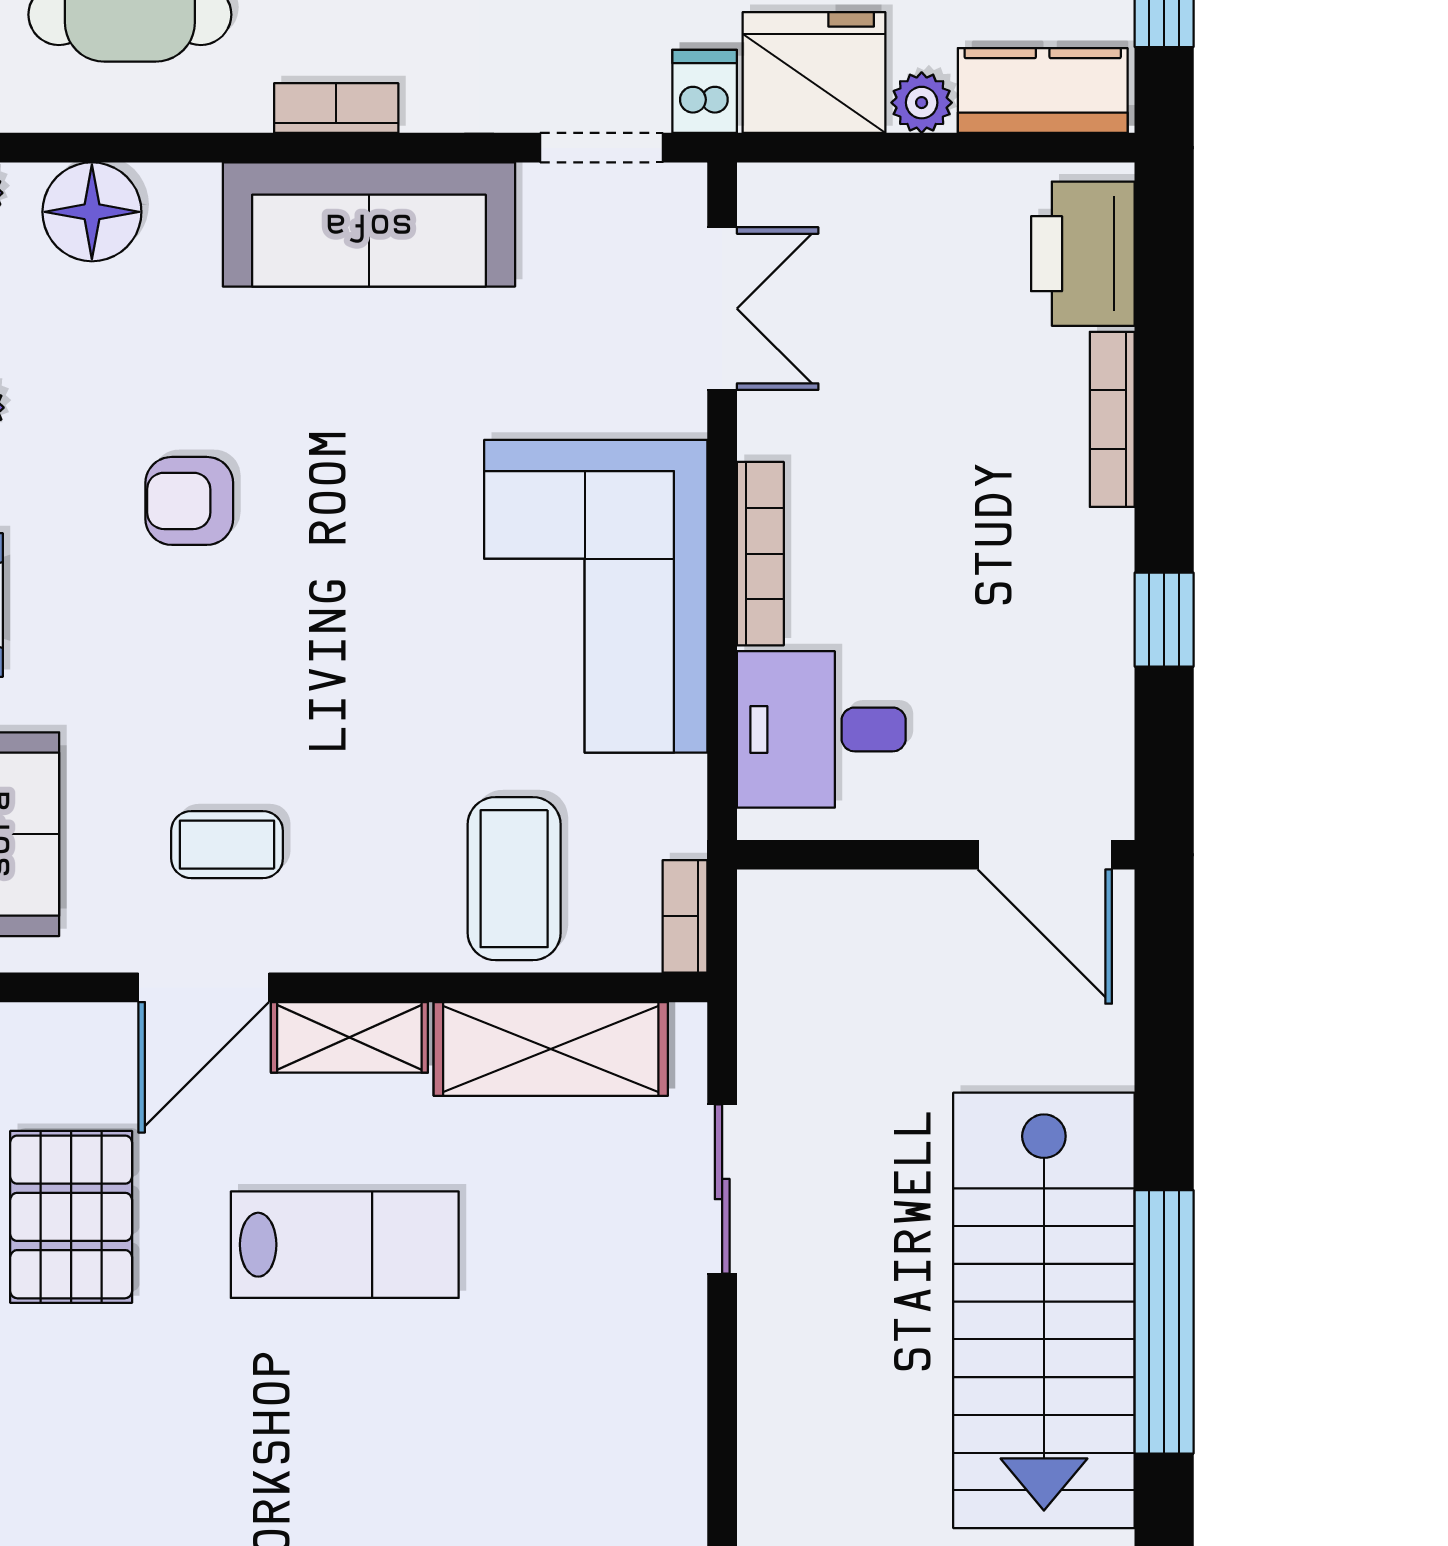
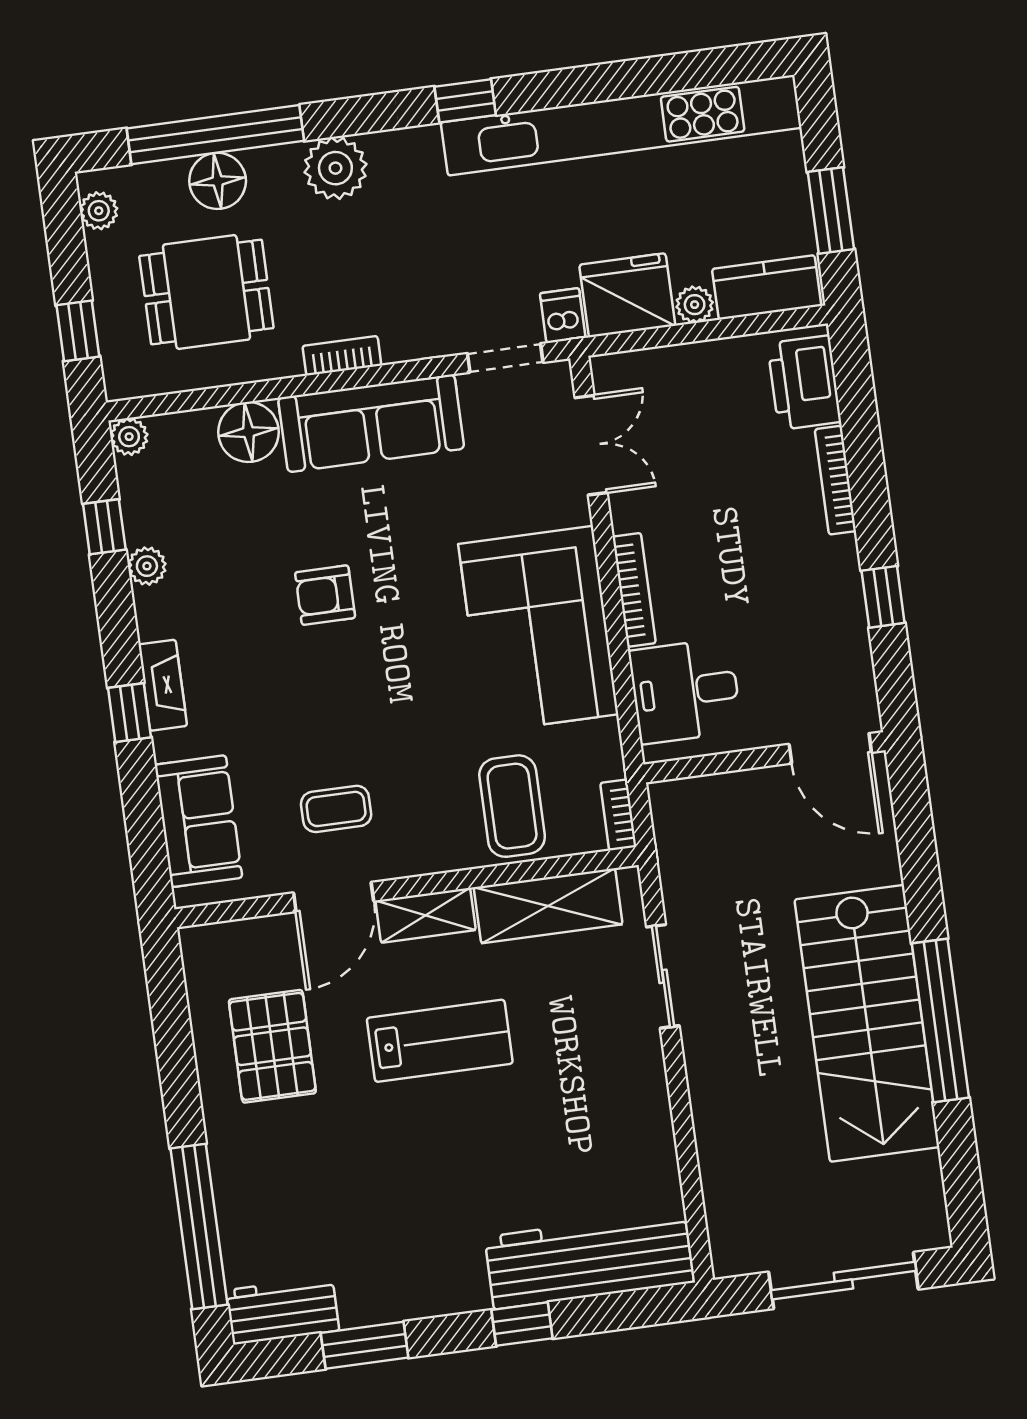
floor lamp: (92, 212) -> (248, 432), moved
armchair: (189, 501) -> (325, 595), moved

